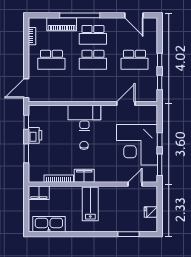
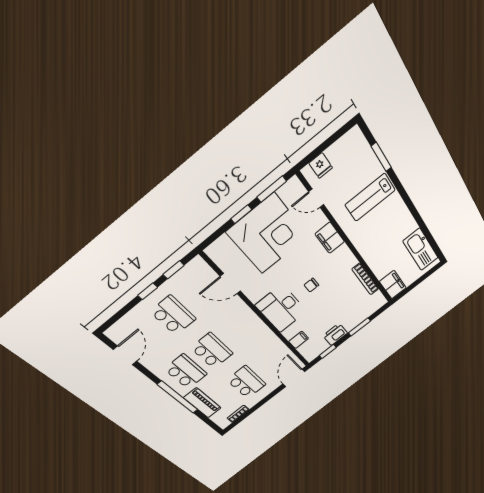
door: (26, 88) -> (294, 378), swing flipped
filing cabinet: (53, 112) -> (299, 340), added
filing cabinet: (84, 176) -> (330, 238), moved
lab bench: (90, 204) -> (370, 197), moved
fridge: (151, 212) -> (321, 165), moved

